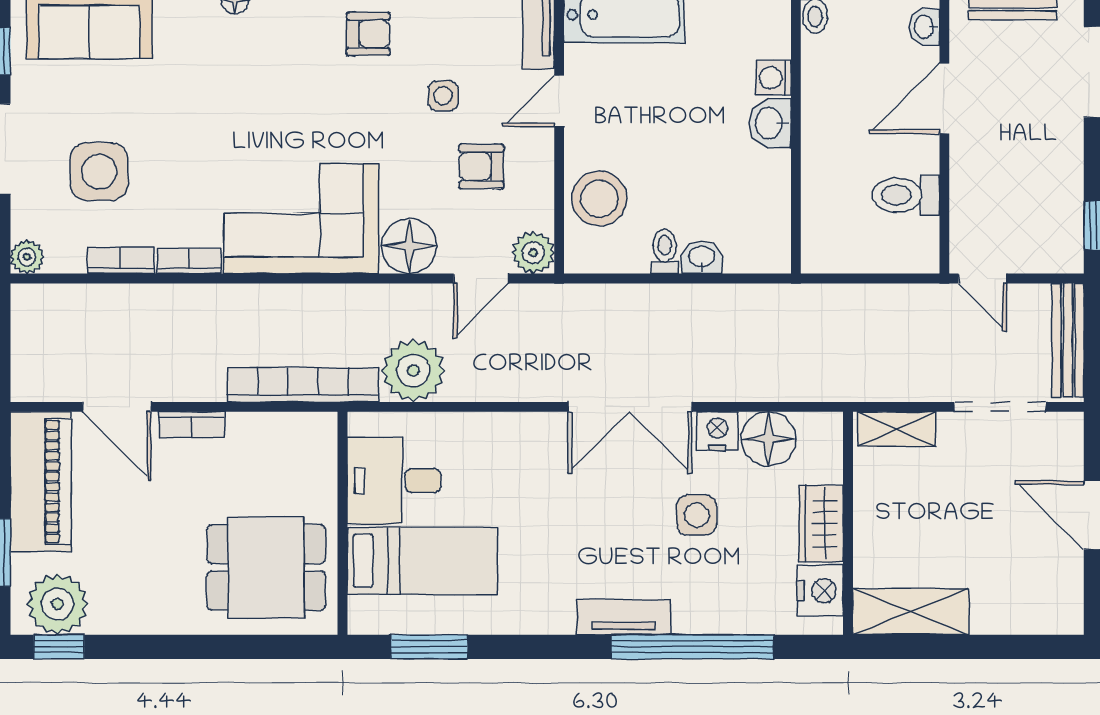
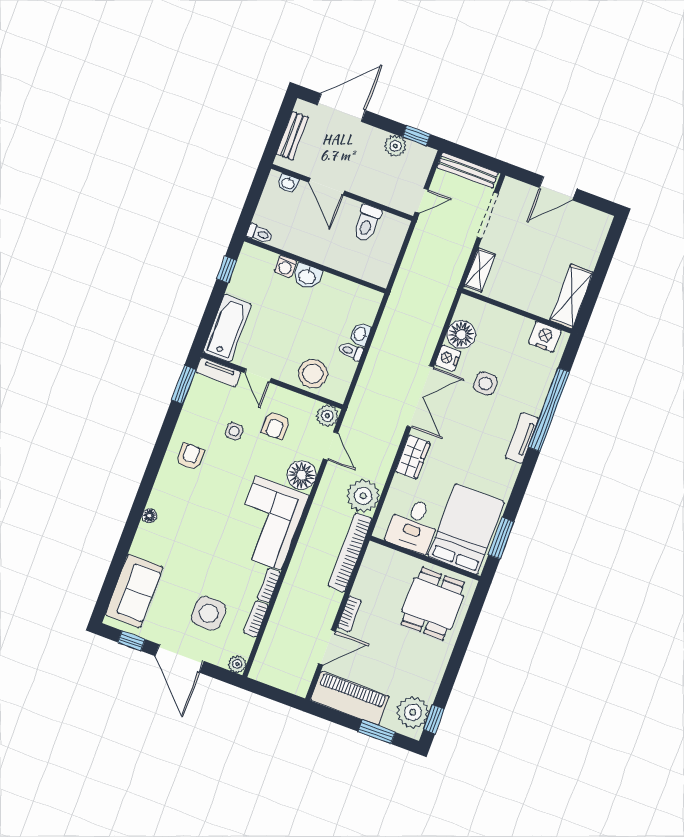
plant: (1063, 194) -> (395, 146), added
wardrobe: (821, 524) -> (413, 457), moved, turned -90
bed: (422, 561) -> (466, 529), width x1.50

